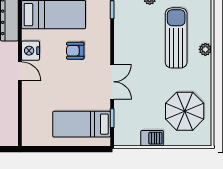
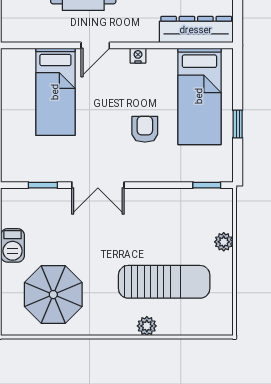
nightstand: (30, 51) -> (138, 56), width x0.53, depth x0.56
door: (20, 71) -> (95, 45), moved
bed: (82, 124) -> (55, 92), moved, turned 180

